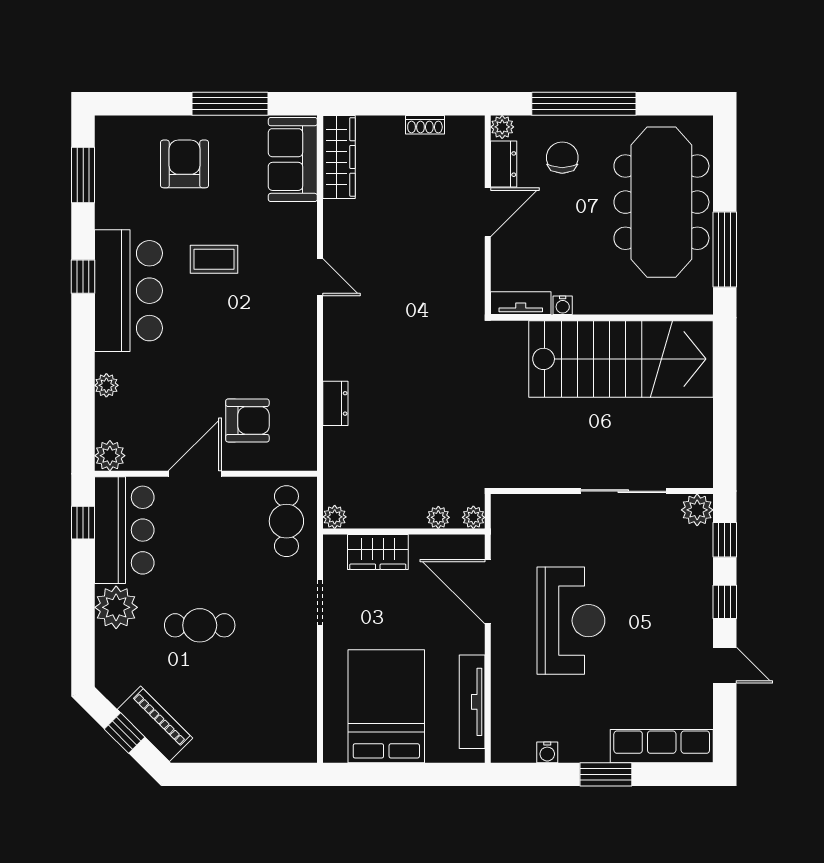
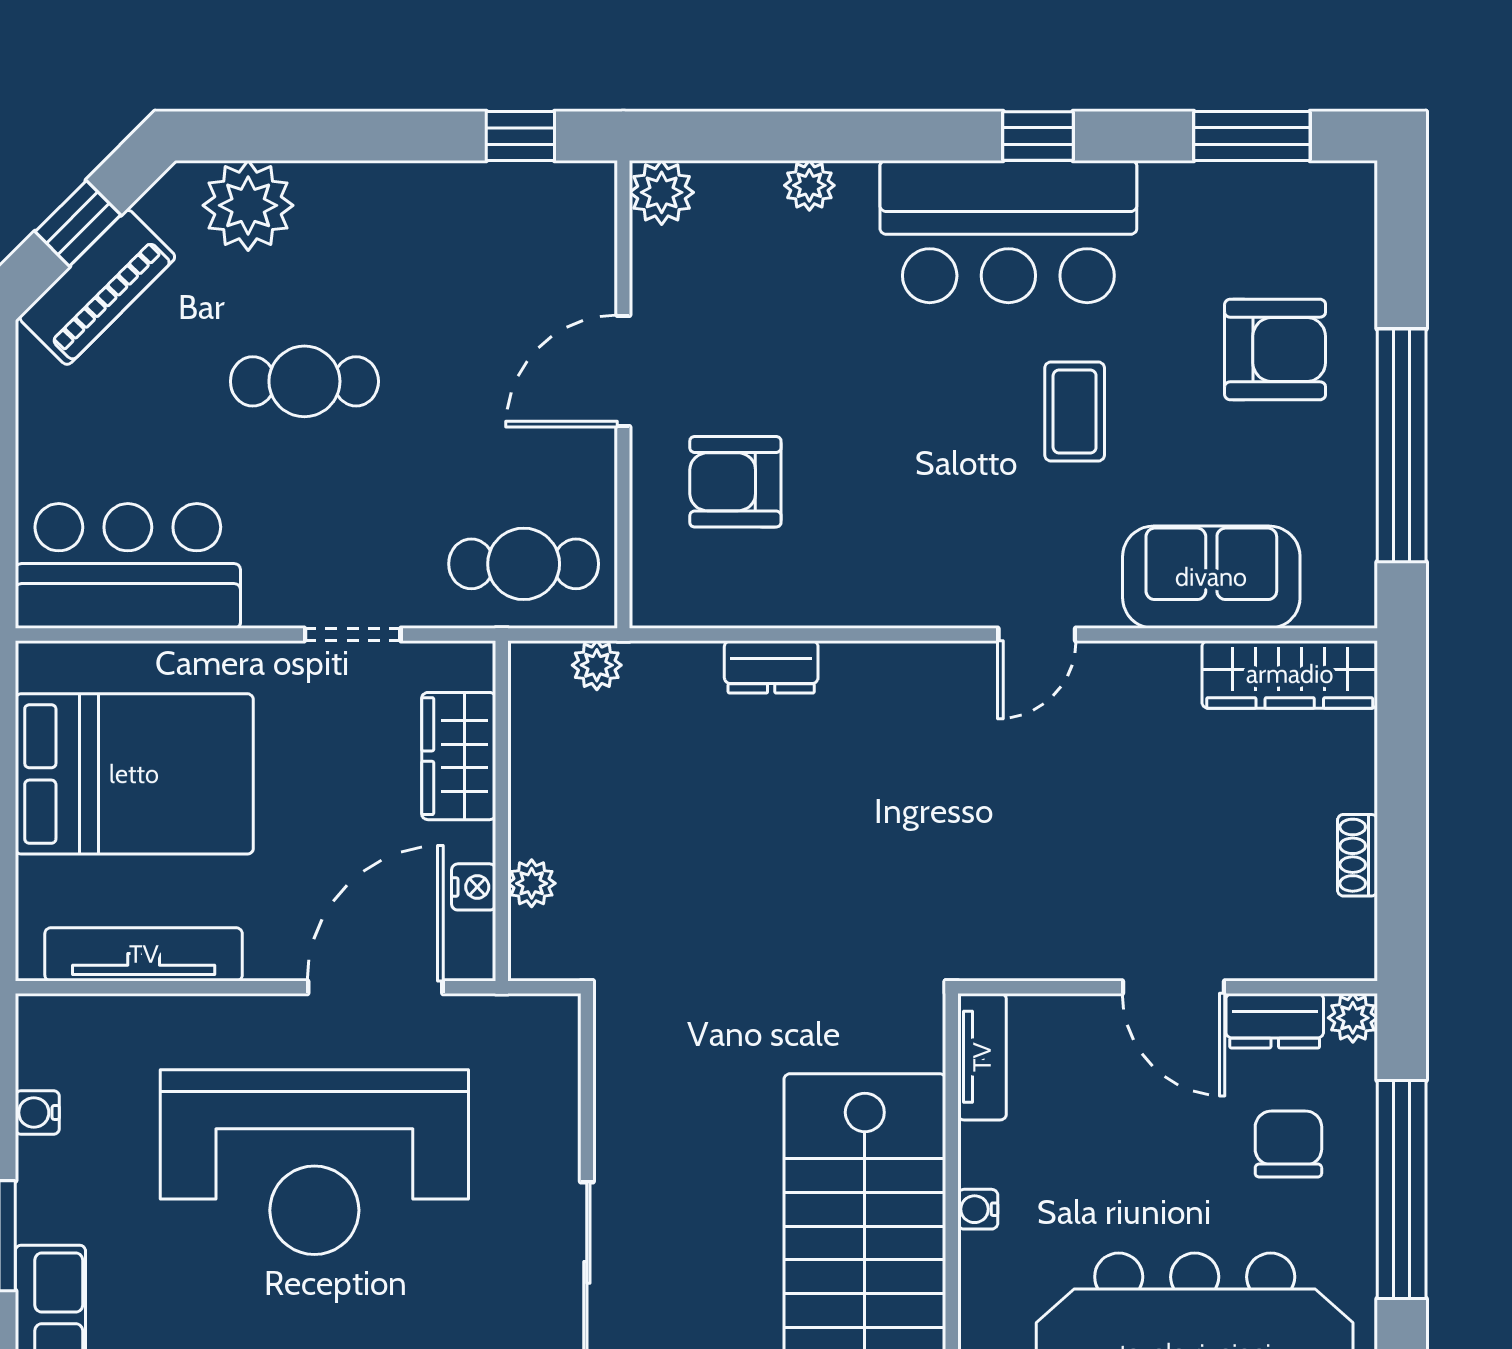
window: (230, 104) -> (1402, 445), width x1.46
chair: (562, 158) -> (1288, 1144), turned -90
sofa: (293, 160) -> (1211, 577), moved
water cooler: (563, 305) -> (978, 1209), moved
armchair: (247, 420) -> (735, 482), turned 90
door: (195, 474) -> (623, 371), swing flipped
plant: (335, 517) -> (597, 665), moved
plant: (473, 517) -> (532, 957), removed
bar counter: (124, 530) -> (128, 566), moved, turned 180
nightstand: (440, 545) -> (474, 887), added
plant: (116, 607) -> (248, 205), moved
reception desk: (571, 621) -> (314, 1162), width x1.36, depth x1.30
cafe table: (200, 625) -> (304, 381), turned 90

